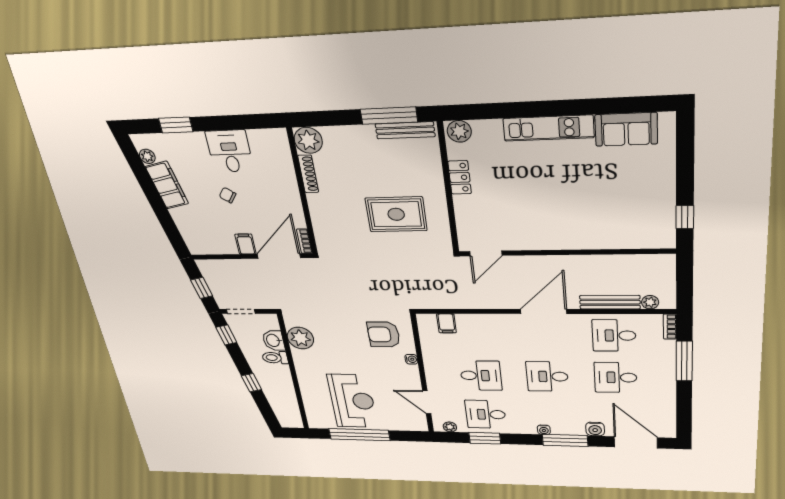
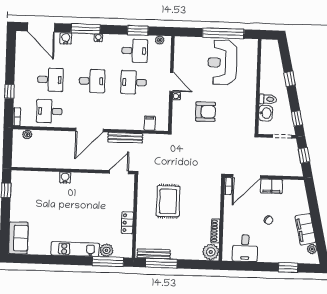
window: (485, 111) -> (108, 261), added
sofa: (626, 129) -> (18, 238), moved, turned 90
plant: (459, 131) -> (106, 250), moved
desk: (230, 151) -> (245, 248), moved
rug: (396, 214) -> (168, 201), turned 90
water cooler: (578, 241) -> (65, 178), added
filing cabinet: (245, 244) -> (271, 186), width x2.00
bench: (610, 302) -> (125, 138), moved
armchair: (384, 334) -> (206, 112), moved
desk: (614, 335) -> (49, 111), turned 180
plant: (300, 338) -> (247, 114), removed
window: (684, 361) -> (9, 91), width x0.46
door: (427, 402) -> (171, 82), moved

